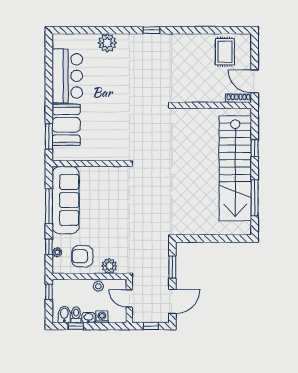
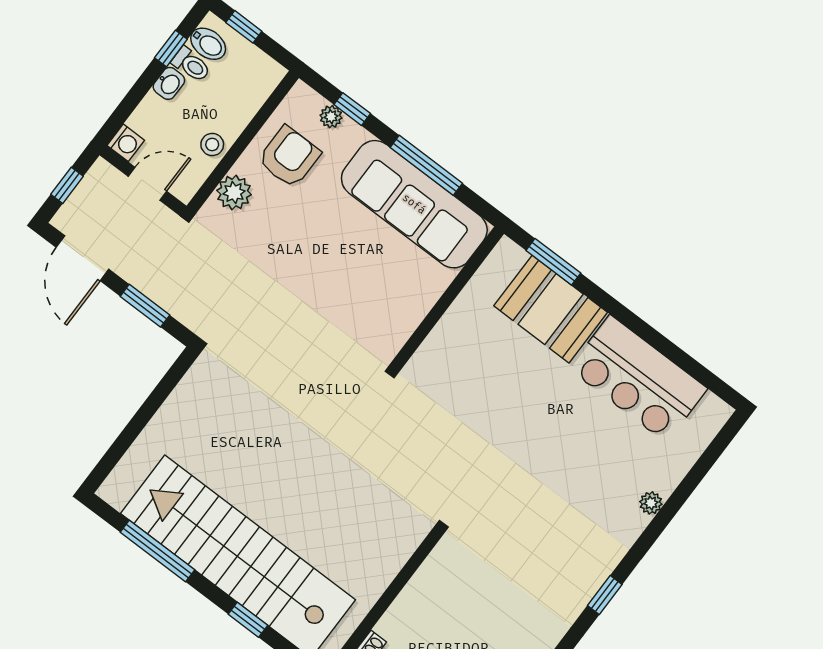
plant: (107, 43) -> (651, 503), width x0.53, depth x0.53
window: (49, 292) -> (244, 27), moved
washing machine: (102, 317) -> (126, 143), moved

